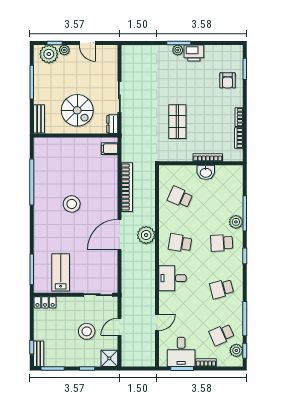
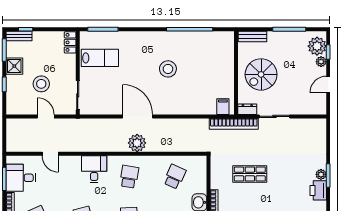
bookcase: (127, 187) -> (234, 124), moved
shower: (109, 358) -> (14, 66), moved

